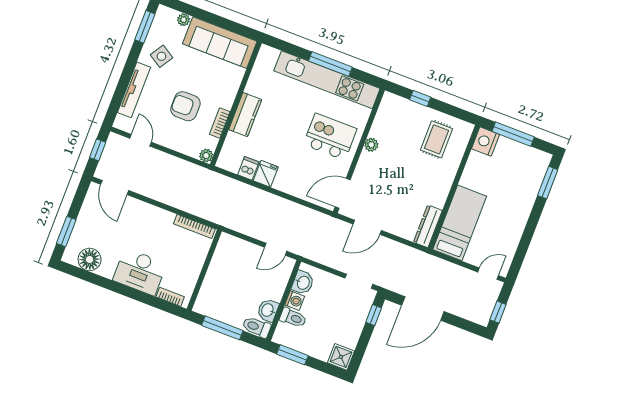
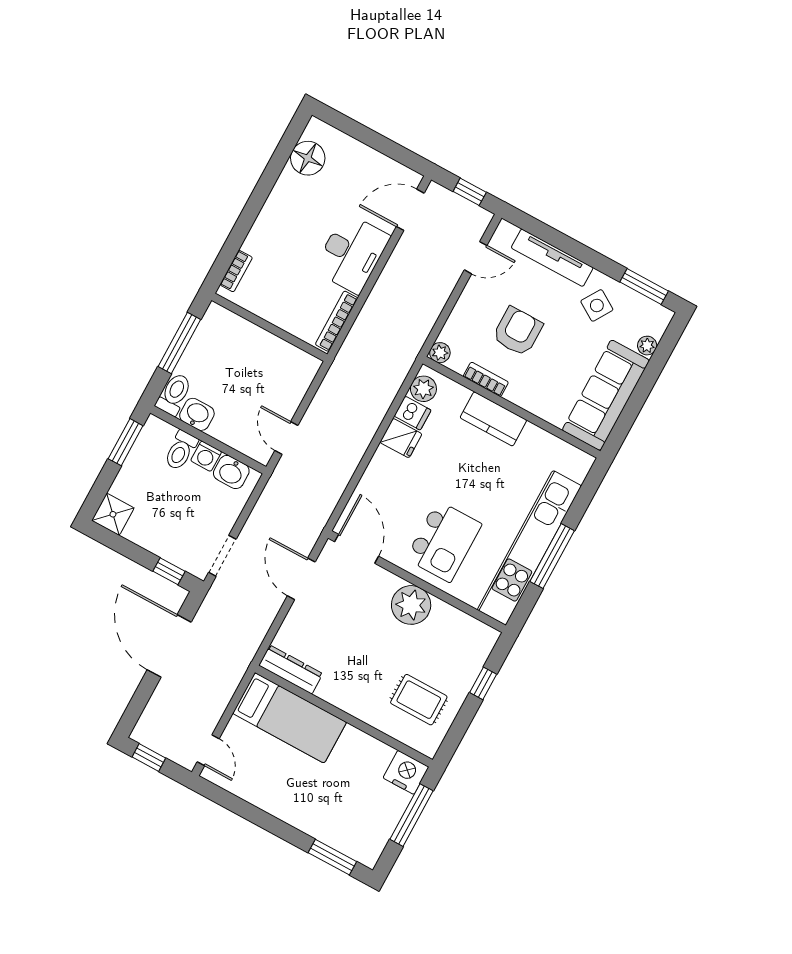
plant: (371, 145) -> (411, 605), width x1.88, depth x1.88
plant: (231, 163) -> (423, 389), added
window: (66, 232) -> (354, 129), removed
desk: (140, 272) -> (352, 253), moved, turned 180

